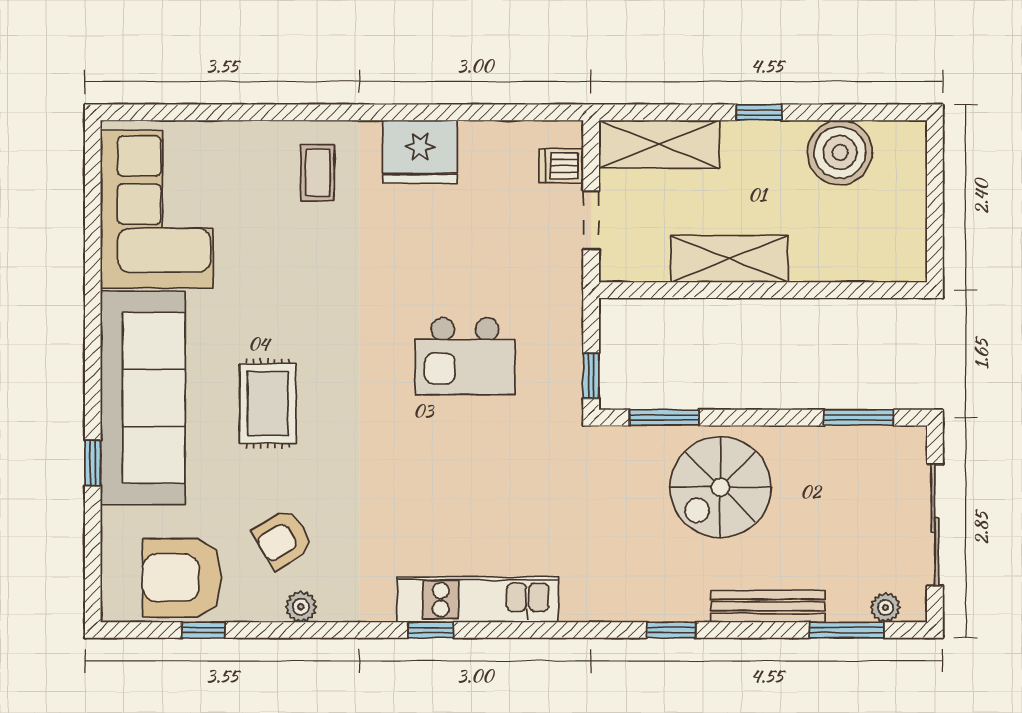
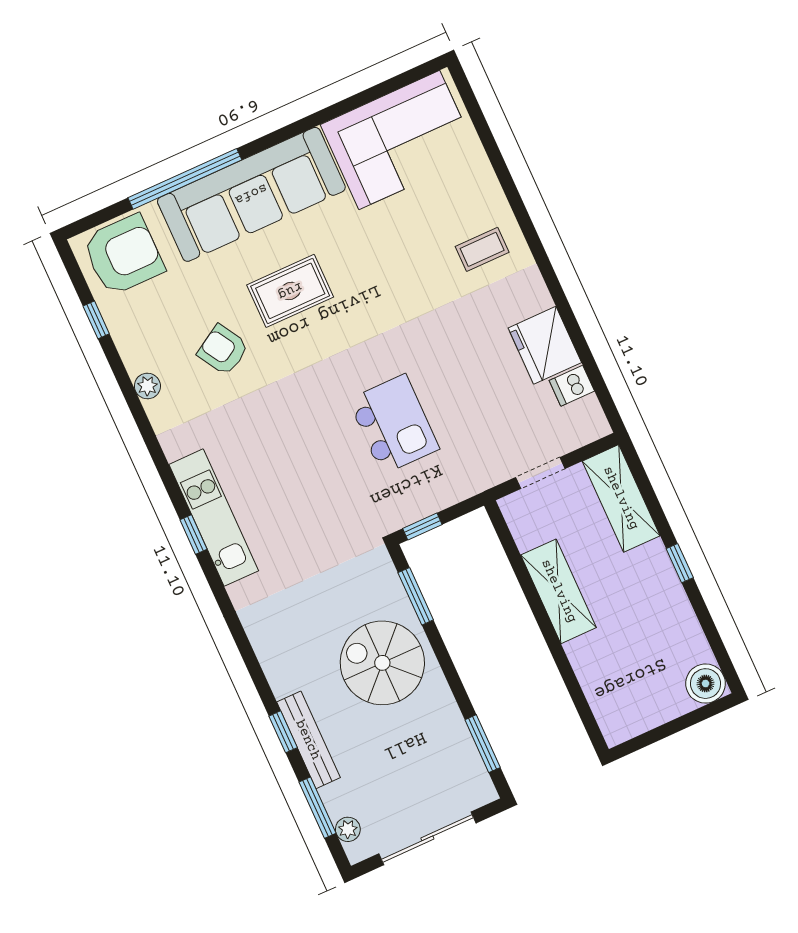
fridge: (420, 152) -> (545, 345), moved
boiler: (840, 153) -> (706, 684), moved, width x0.73, depth x0.73
dishwasher: (561, 166) -> (572, 386), moved, turned -90
kitchen island: (465, 356) -> (394, 424), turned 180
window: (93, 463) -> (185, 179), width x3.17
armchair: (283, 539) -> (223, 350), moved
armchair: (182, 578) -> (123, 255), moved, turned 90
window: (431, 630) -> (194, 534), moved
window: (671, 630) -> (283, 732), moved

